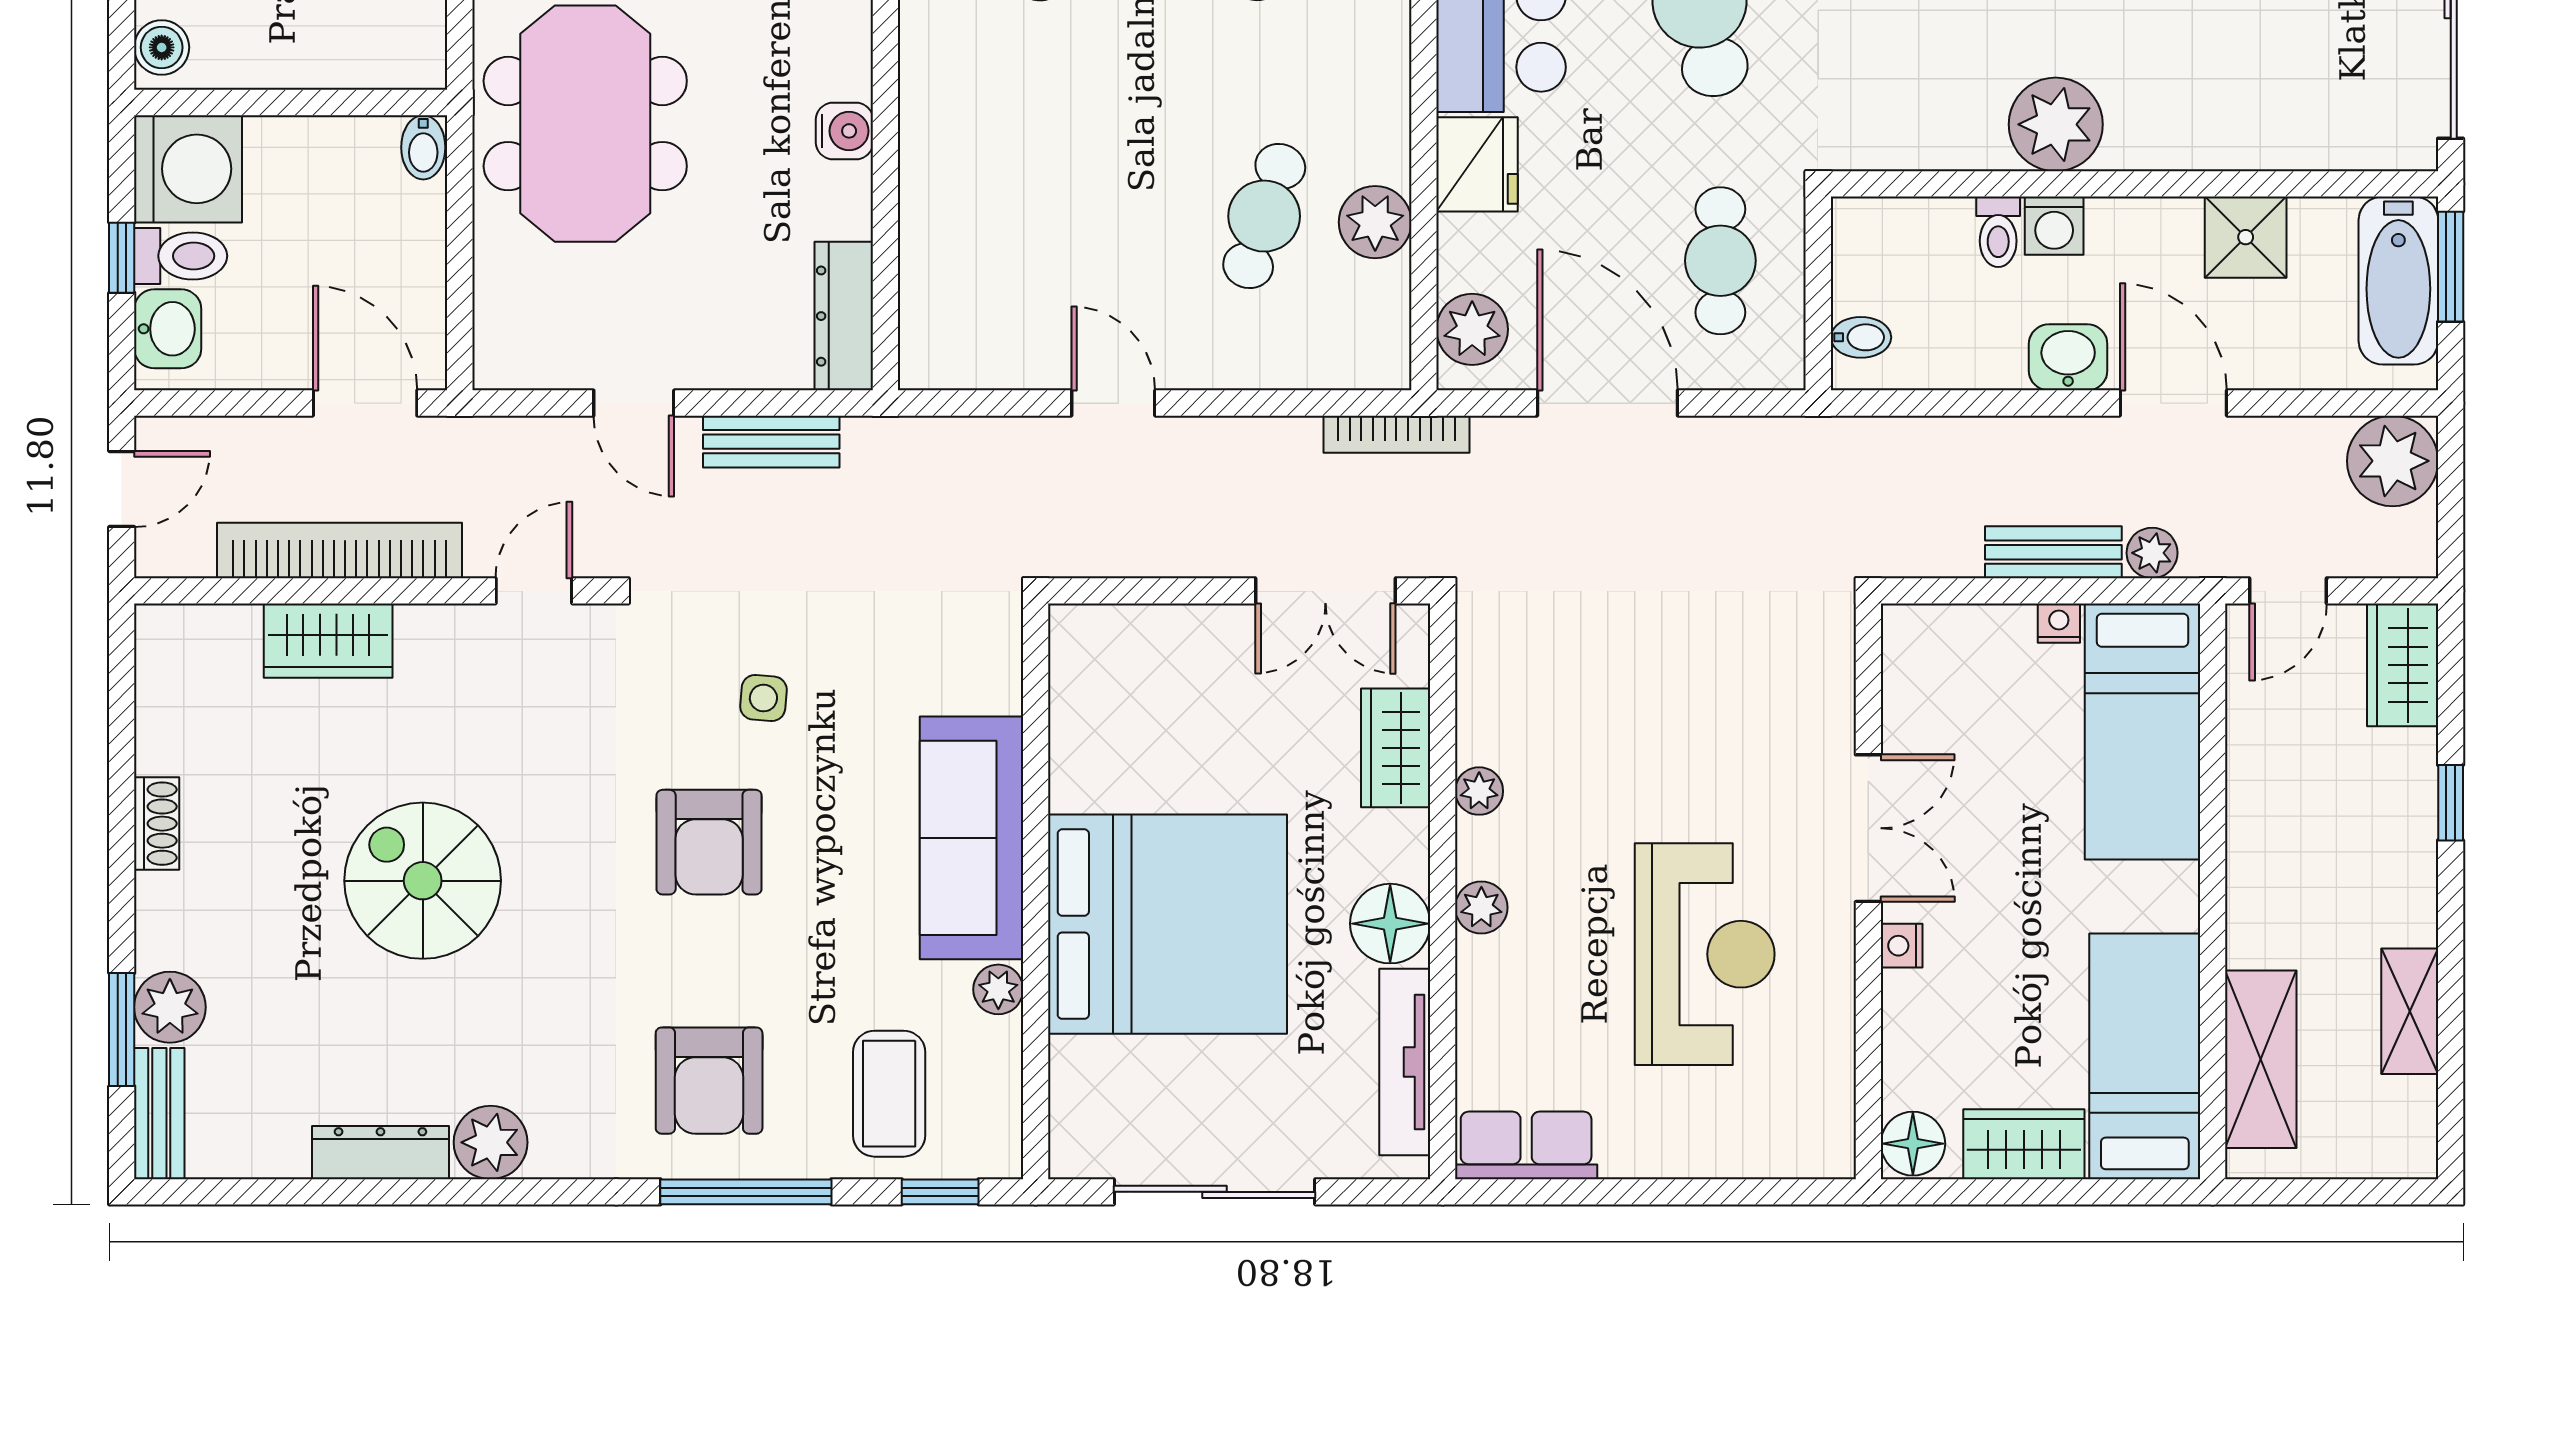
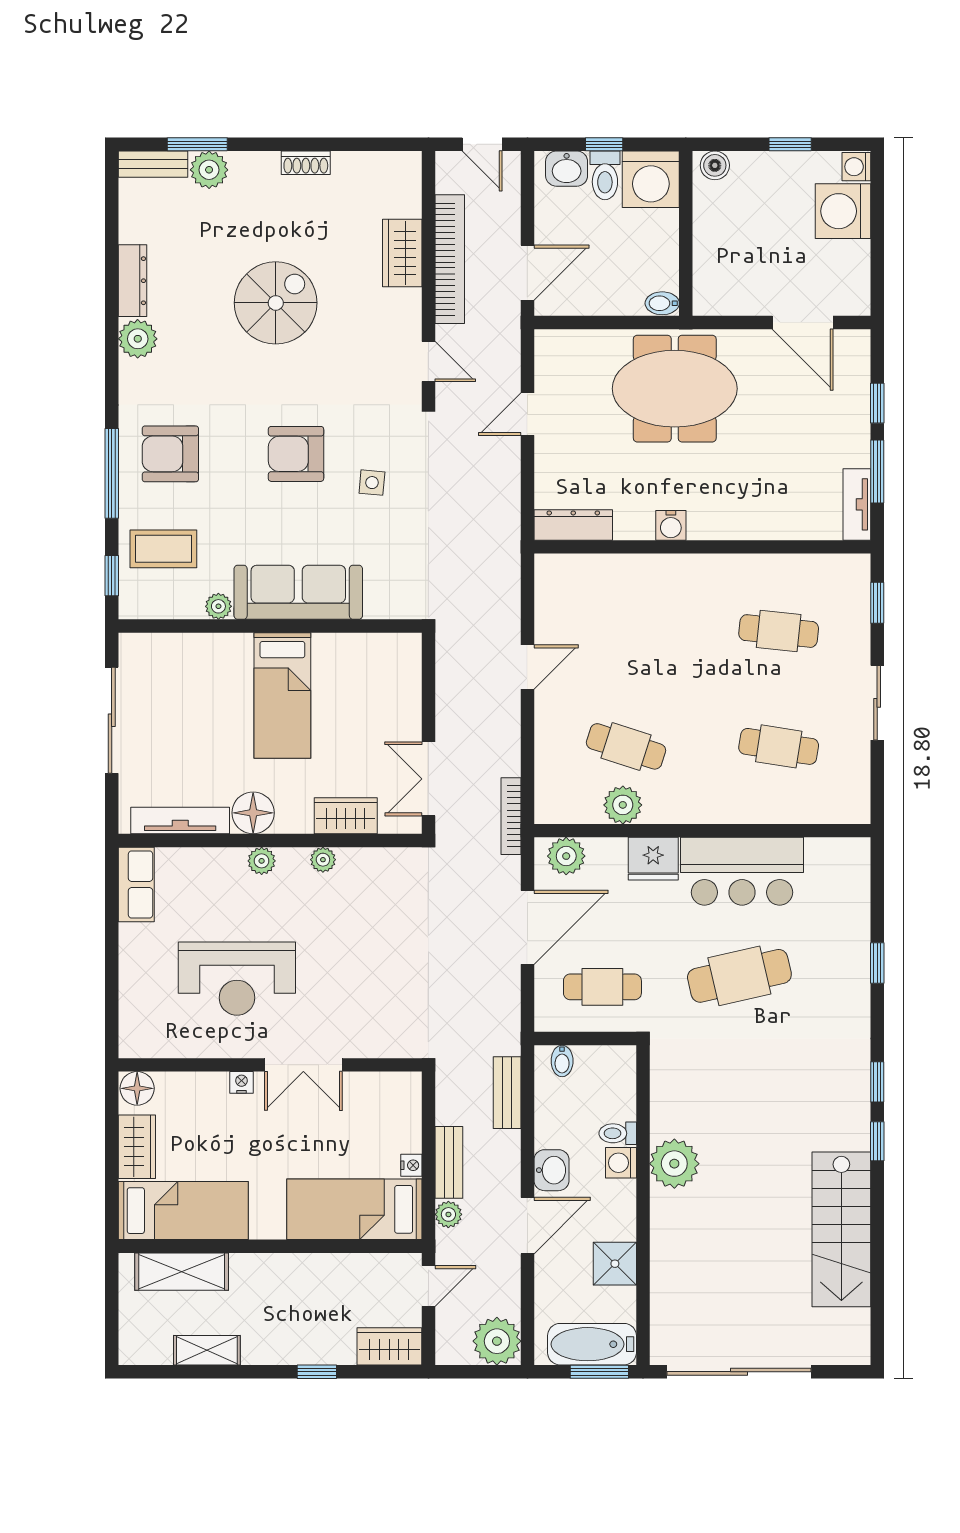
bench: (771, 442) -> (507, 1093), moved
door: (2288, 591) -> (428, 1286), swing flipped
bed: (1168, 924) -> (282, 696), width x0.49

